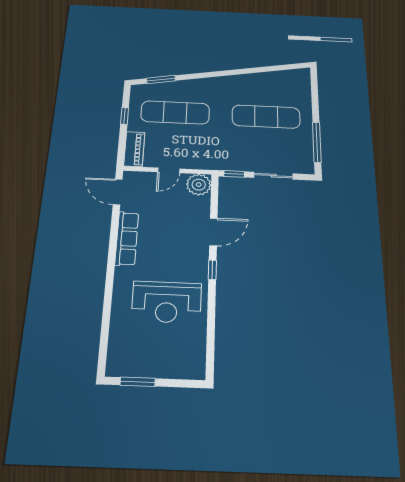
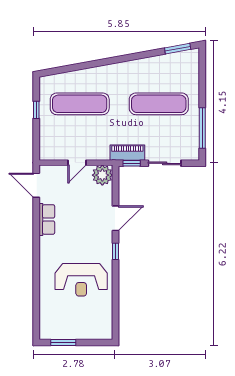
window: (161, 80) -> (178, 49), moved
piano: (134, 149) -> (127, 153), moved, turned -90
row of seats: (127, 238) -> (47, 219), width x0.68

